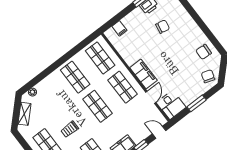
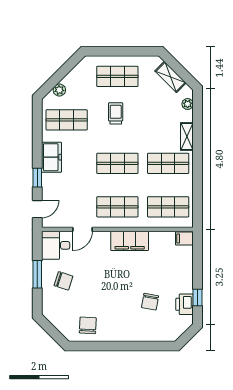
filing cabinet: (119, 28) -> (184, 239), moved
filing cabinet: (143, 74) -> (130, 241), moved
chair: (208, 76) -> (64, 281), moved
shelving: (51, 78) -> (187, 136), added
door: (151, 97) -> (83, 229), hinge flipped

